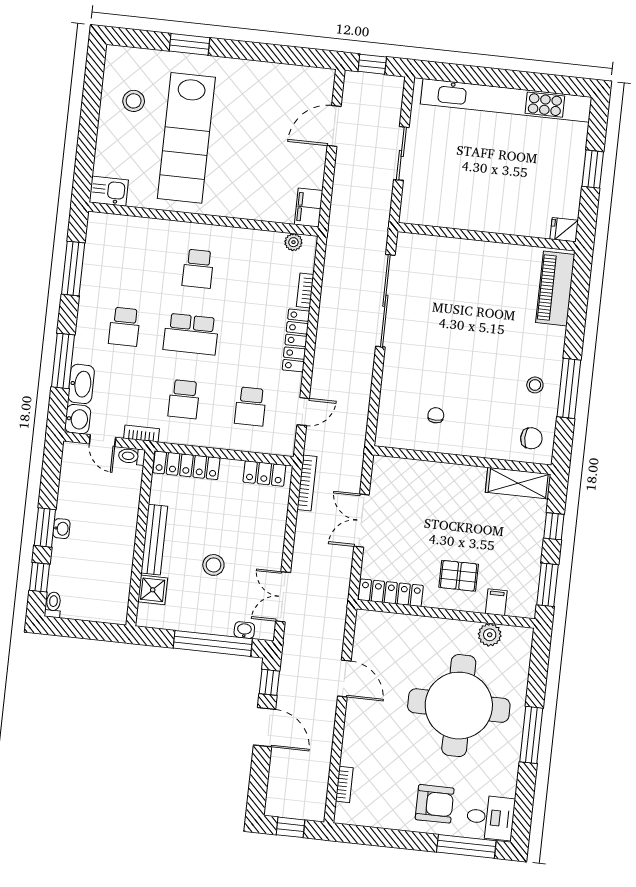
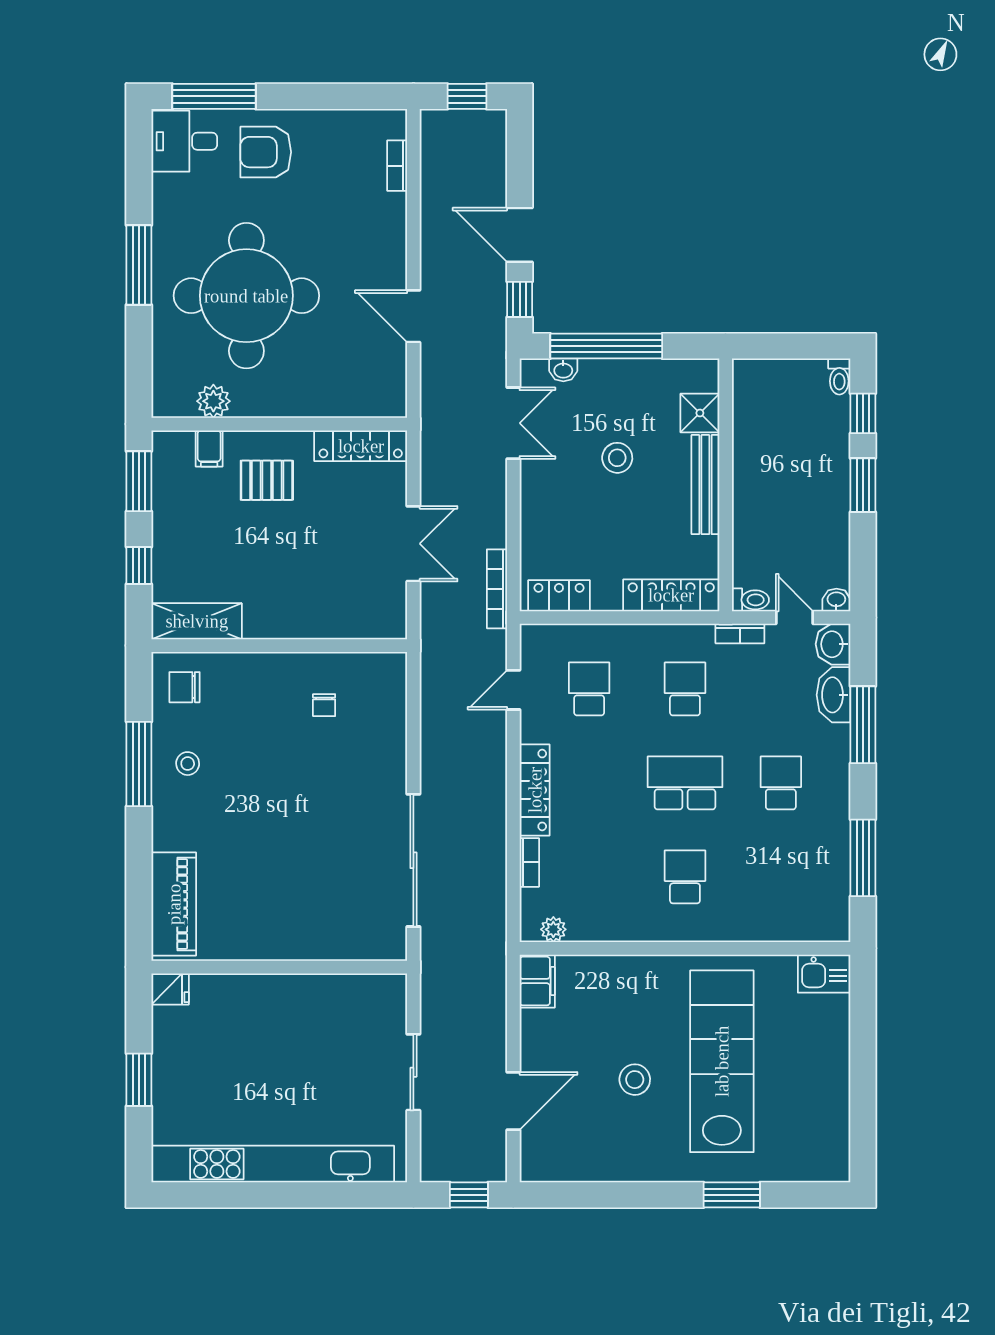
stool: (134, 101) -> (635, 1080), moved
washbasin: (62, 529) -> (836, 600), moved, turned 90

